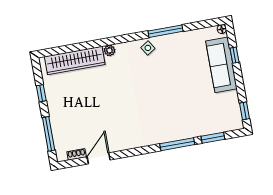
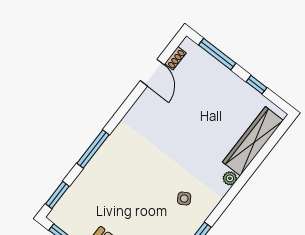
side table: (148, 48) -> (184, 199), moved
window: (213, 138) -> (57, 195), moved

